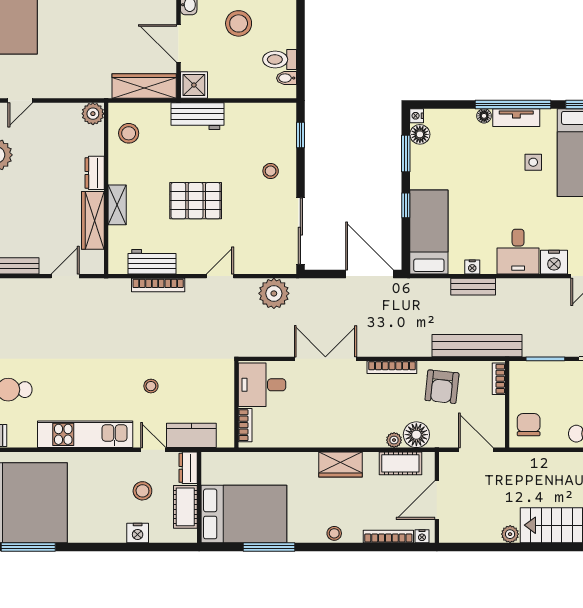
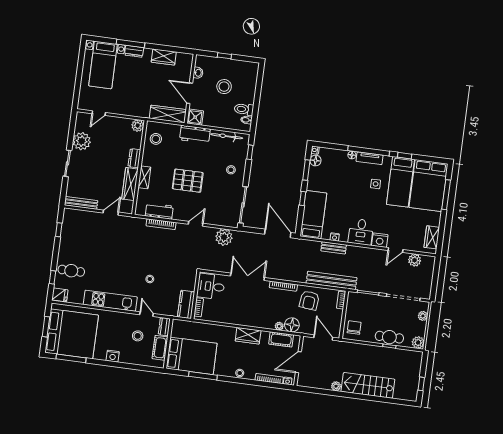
bicycle: (255, 112) -> (227, 136), added
kitchen counter: (191, 435) -> (186, 304), moved, turned -90
nightstand: (138, 533) -> (113, 356), moved

